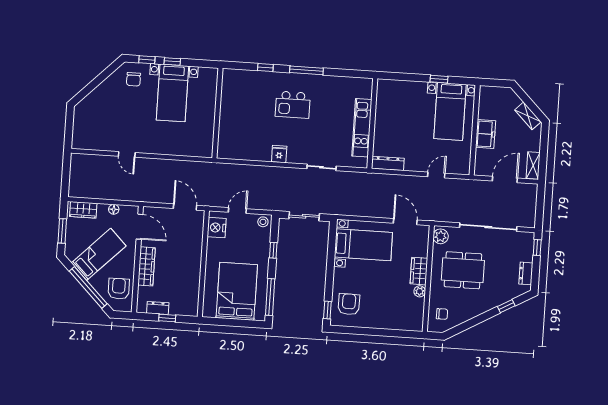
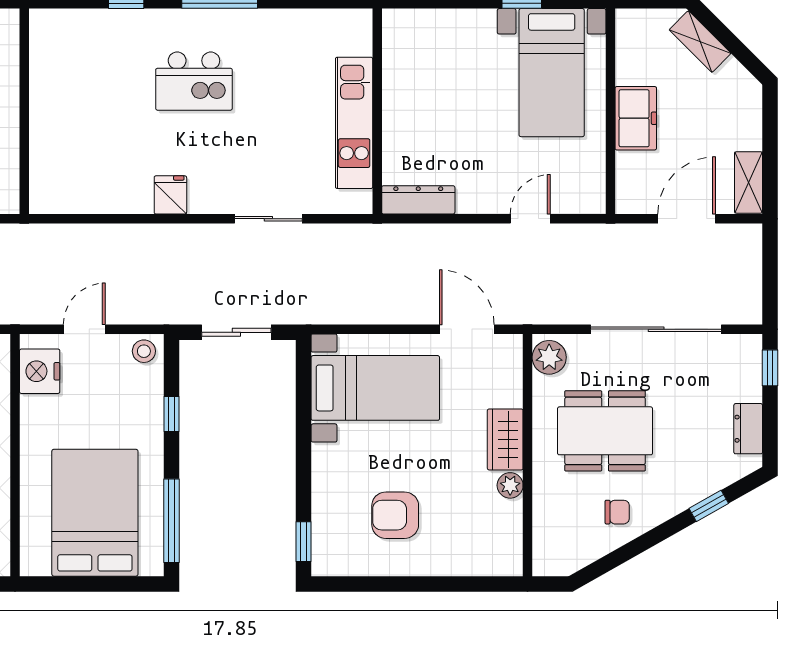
shelving: (528, 116) -> (700, 42), moved
armchair: (349, 304) -> (395, 515), moved, turned -91
chair: (442, 314) -> (617, 512), moved

